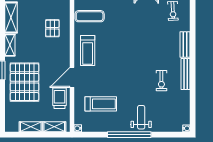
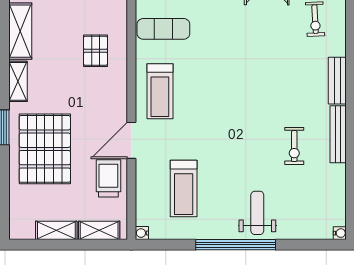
treadmill: (101, 104) -> (184, 188), turned 90

